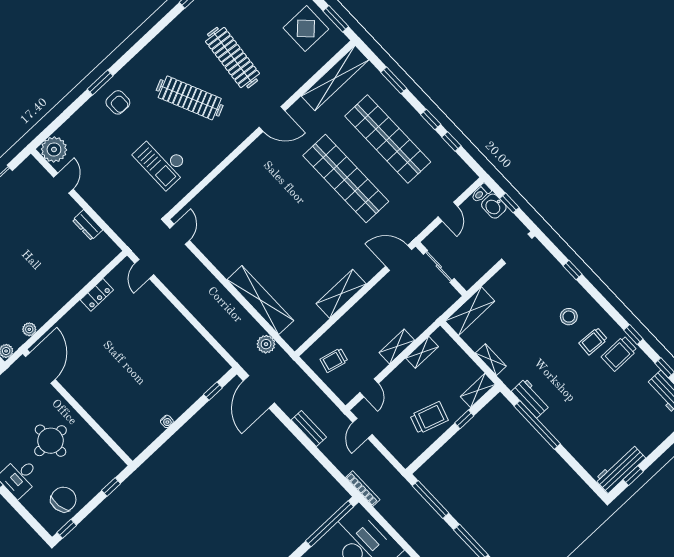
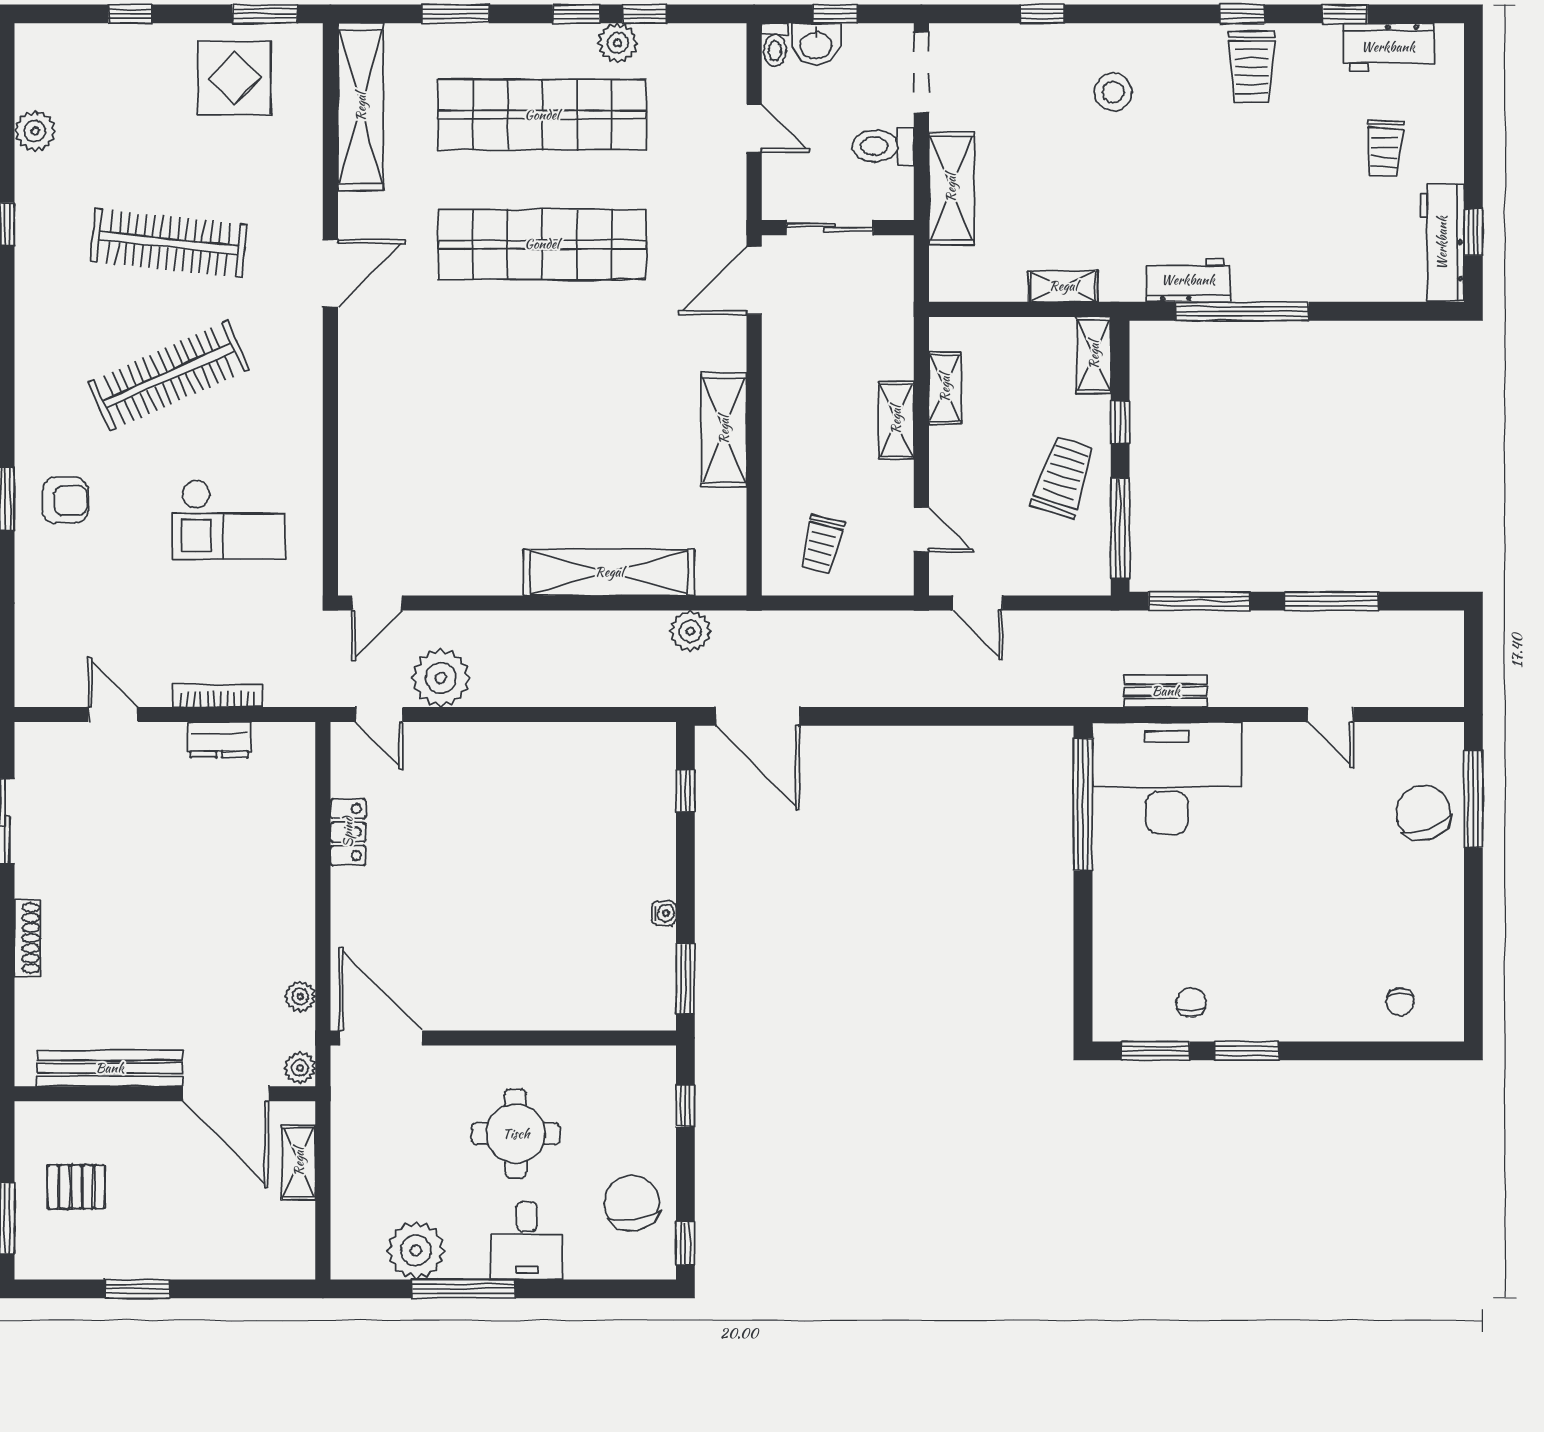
plant: (434, 142) -> (618, 43), added
plant: (54, 149) -> (441, 678), moved
door: (180, 234) -> (377, 603), swing flipped
toilet: (481, 259) -> (883, 146), added
shelving: (470, 311) -> (951, 188), moved
trolley: (593, 341) -> (1384, 148), moved
bench: (309, 429) -> (1166, 691), moved
window: (152, 448) -> (685, 979), added
window: (430, 452) -> (1120, 528), added
bookcase: (363, 489) -> (218, 696), moved

